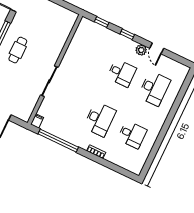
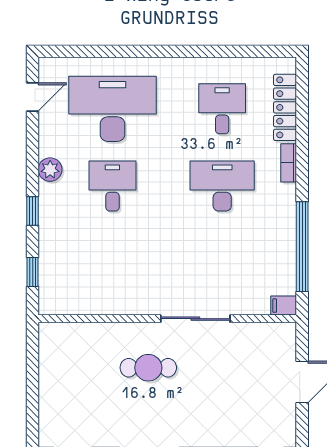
door: (157, 48) -> (33, 97), moved
cafe table: (18, 50) -> (148, 368), moved
desk: (154, 88) -> (112, 109), width x1.36, depth x1.30
locker: (120, 161) -> (285, 107), added

